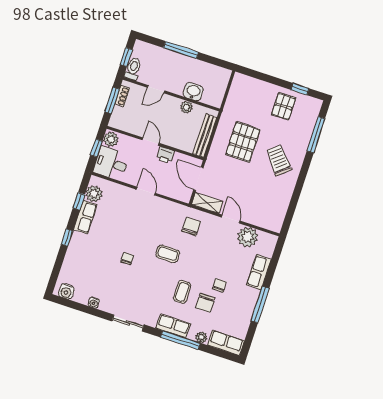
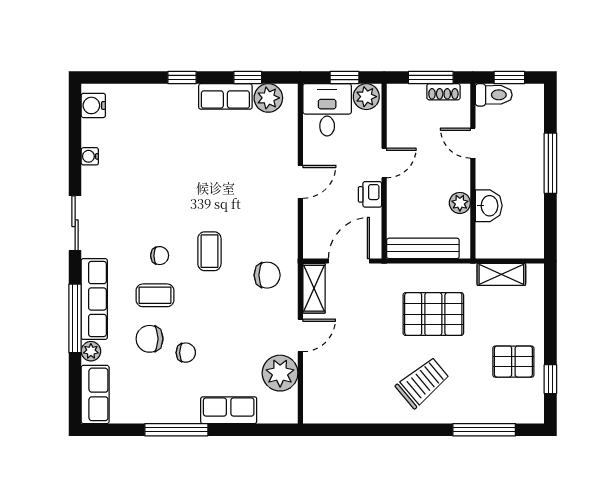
shelving: (233, 97) -> (501, 274), added
chair: (127, 259) -> (160, 256), moved
row of seats: (173, 326) -> (94, 299), width x1.48

